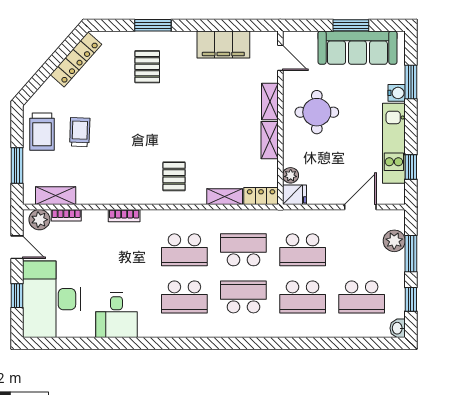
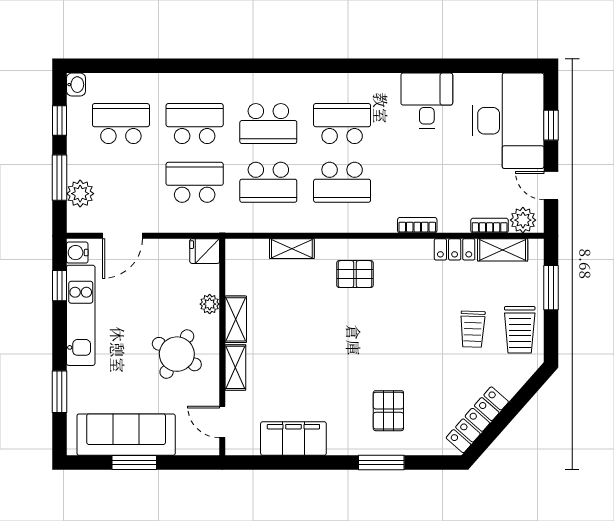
water cooler: (397, 93) -> (77, 253), moved
round table: (317, 112) -> (177, 354), turned 30
trolley: (42, 132) -> (520, 330), turned 180
plant: (291, 175) -> (210, 304), moved
pallet: (174, 176) -> (355, 274), turned 90
locker: (261, 196) -> (455, 249), moved
school desk: (184, 250) -> (342, 182), turned 180

